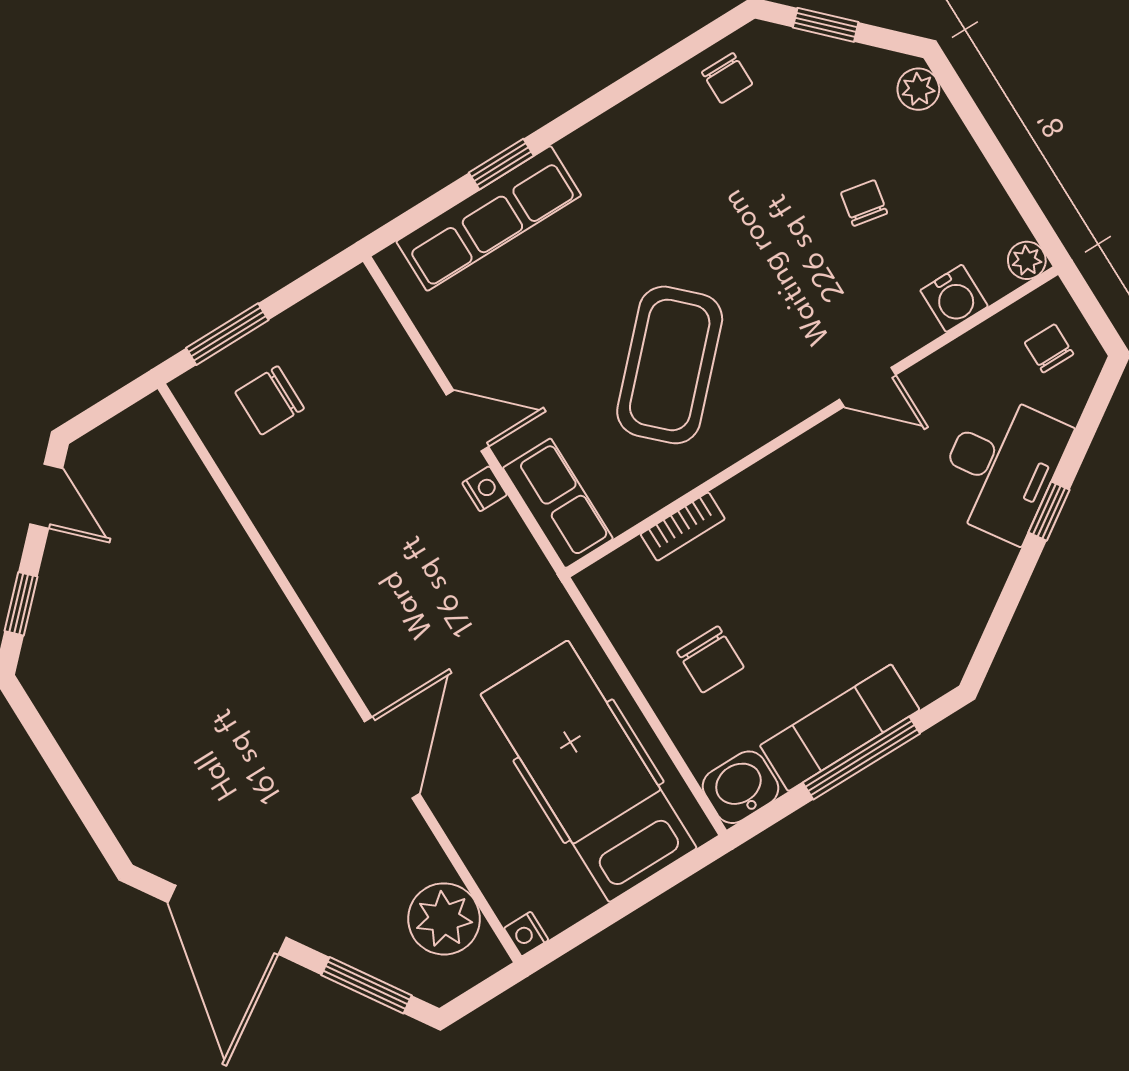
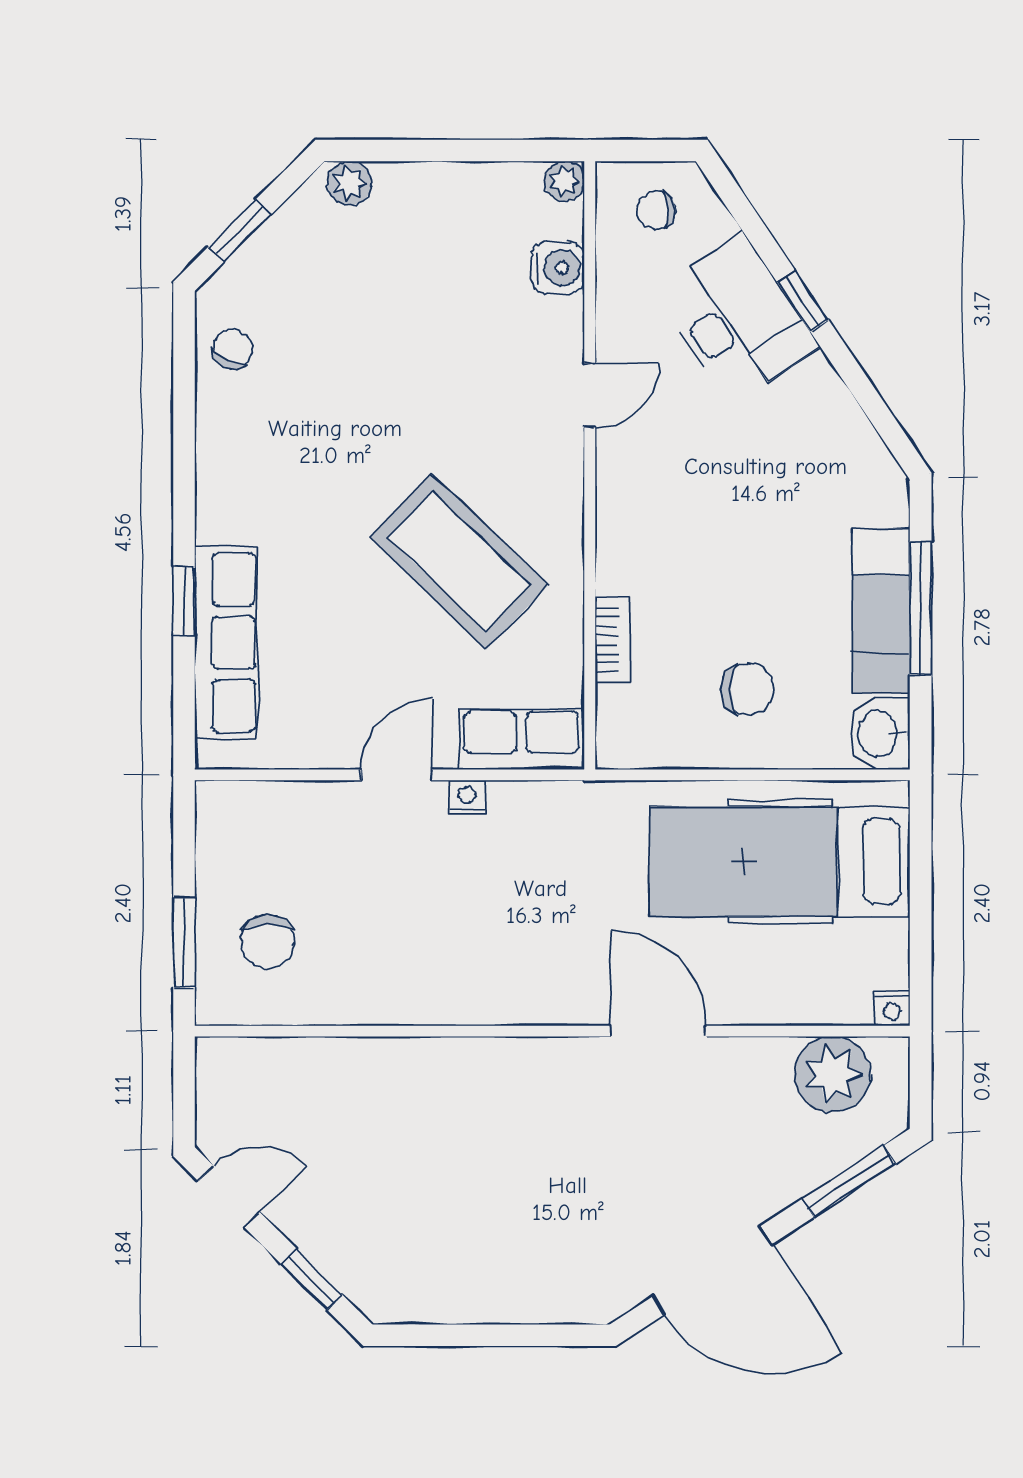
chair: (727, 78) -> (233, 349), turned -64
chair: (864, 203) -> (422, 296), removed

